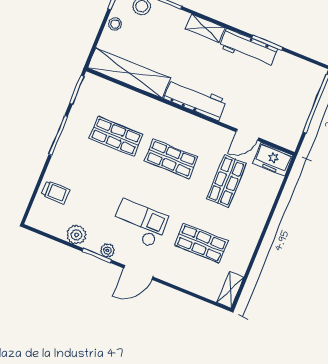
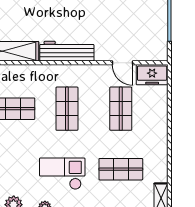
door: (247, 135) -> (122, 63), hinge flipped
shop shelf: (171, 159) -> (67, 109), turned 90

